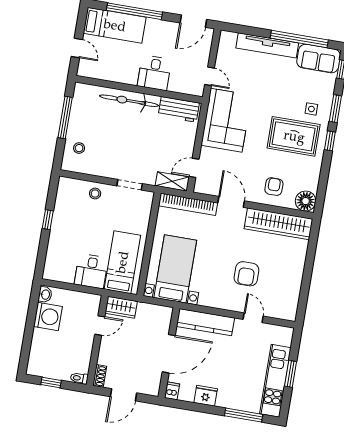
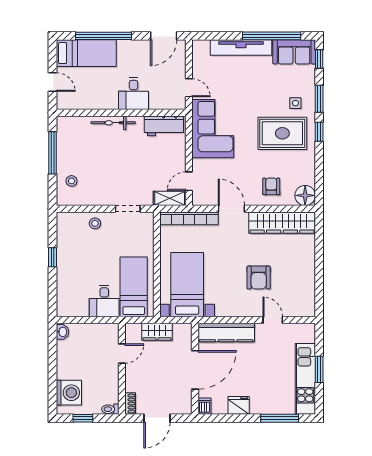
bicycle: (129, 101) -> (113, 123), width x0.73, depth x0.71
wardrobe: (121, 307) -> (157, 332), moved
washing machine: (48, 316) -> (69, 393), moved

